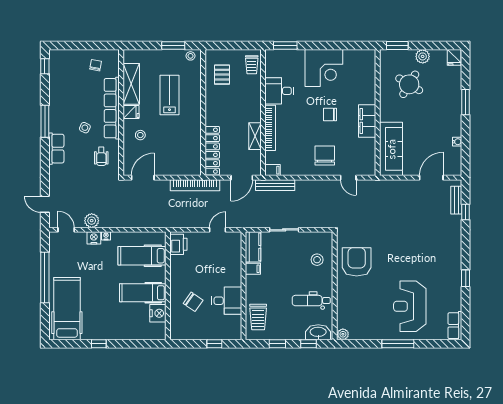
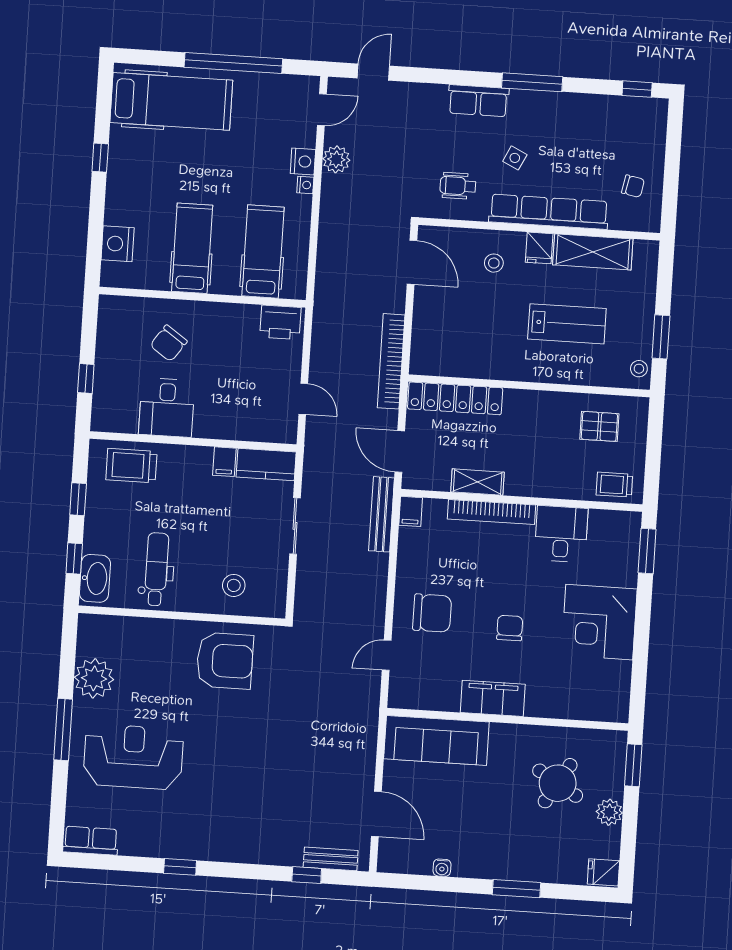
nightstand: (158, 313) -> (118, 244), moved, turned 90
plant: (343, 334) -> (94, 678), moved, width x1.87, depth x1.87

